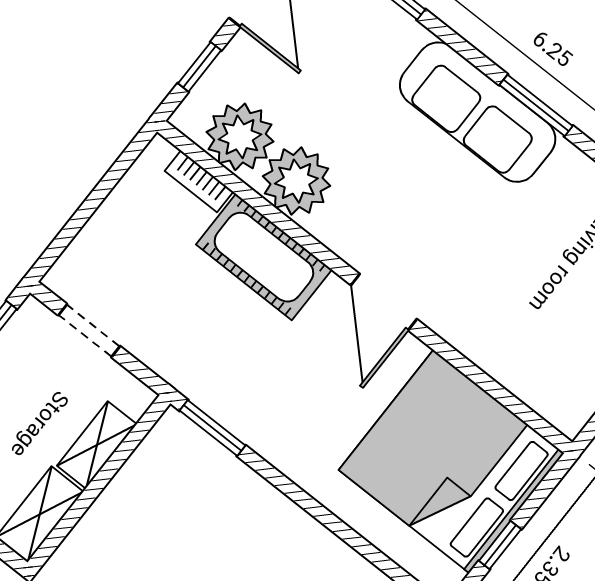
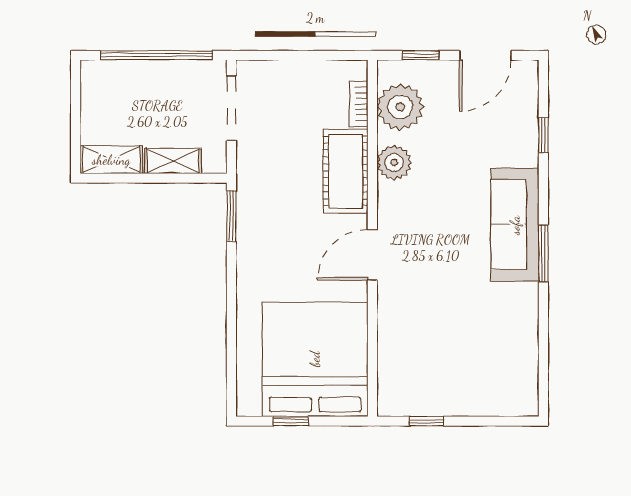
plant: (296, 181) -> (394, 162), width x0.73, depth x0.73
doorway: (89, 331) -> (231, 108), width x1.38

